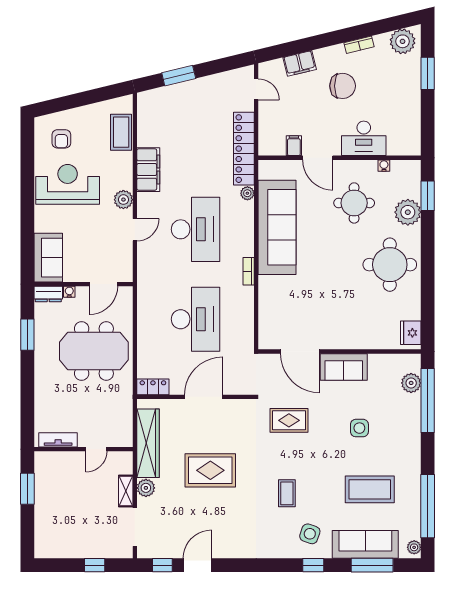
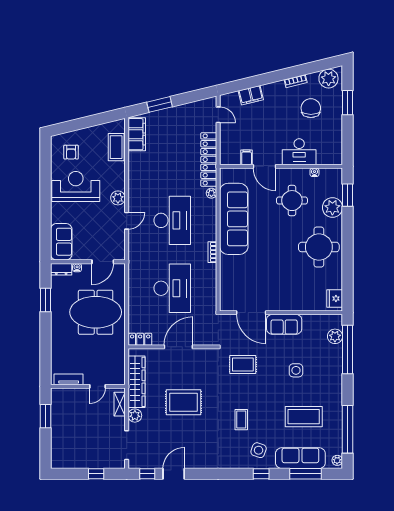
chair: (343, 86) -> (311, 108), moved, turned -90
filing cabinet: (148, 170) -> (137, 134), moved
shelving: (126, 491) -> (120, 404), moved

